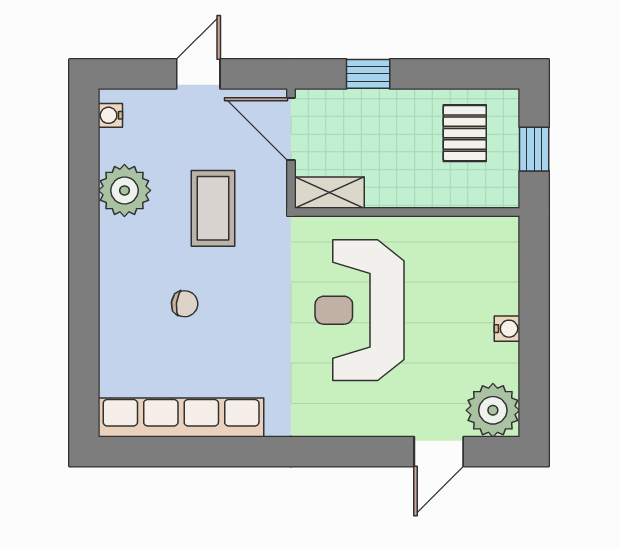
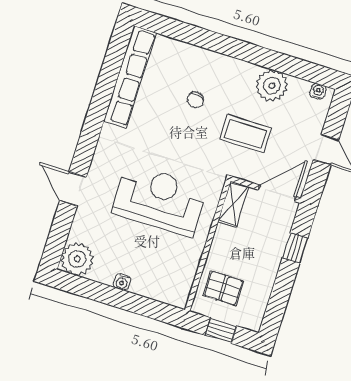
pallet: (465, 133) -> (223, 288), moved
door: (439, 452) -> (73, 189), moved

